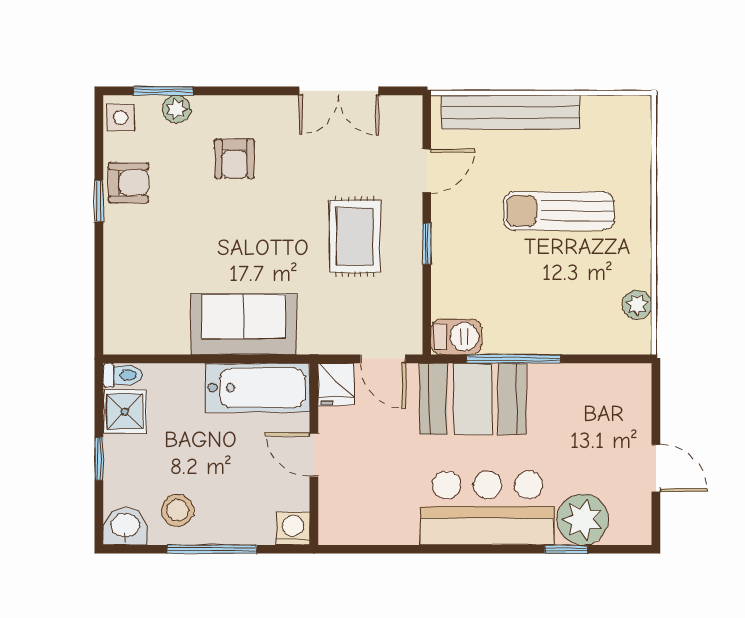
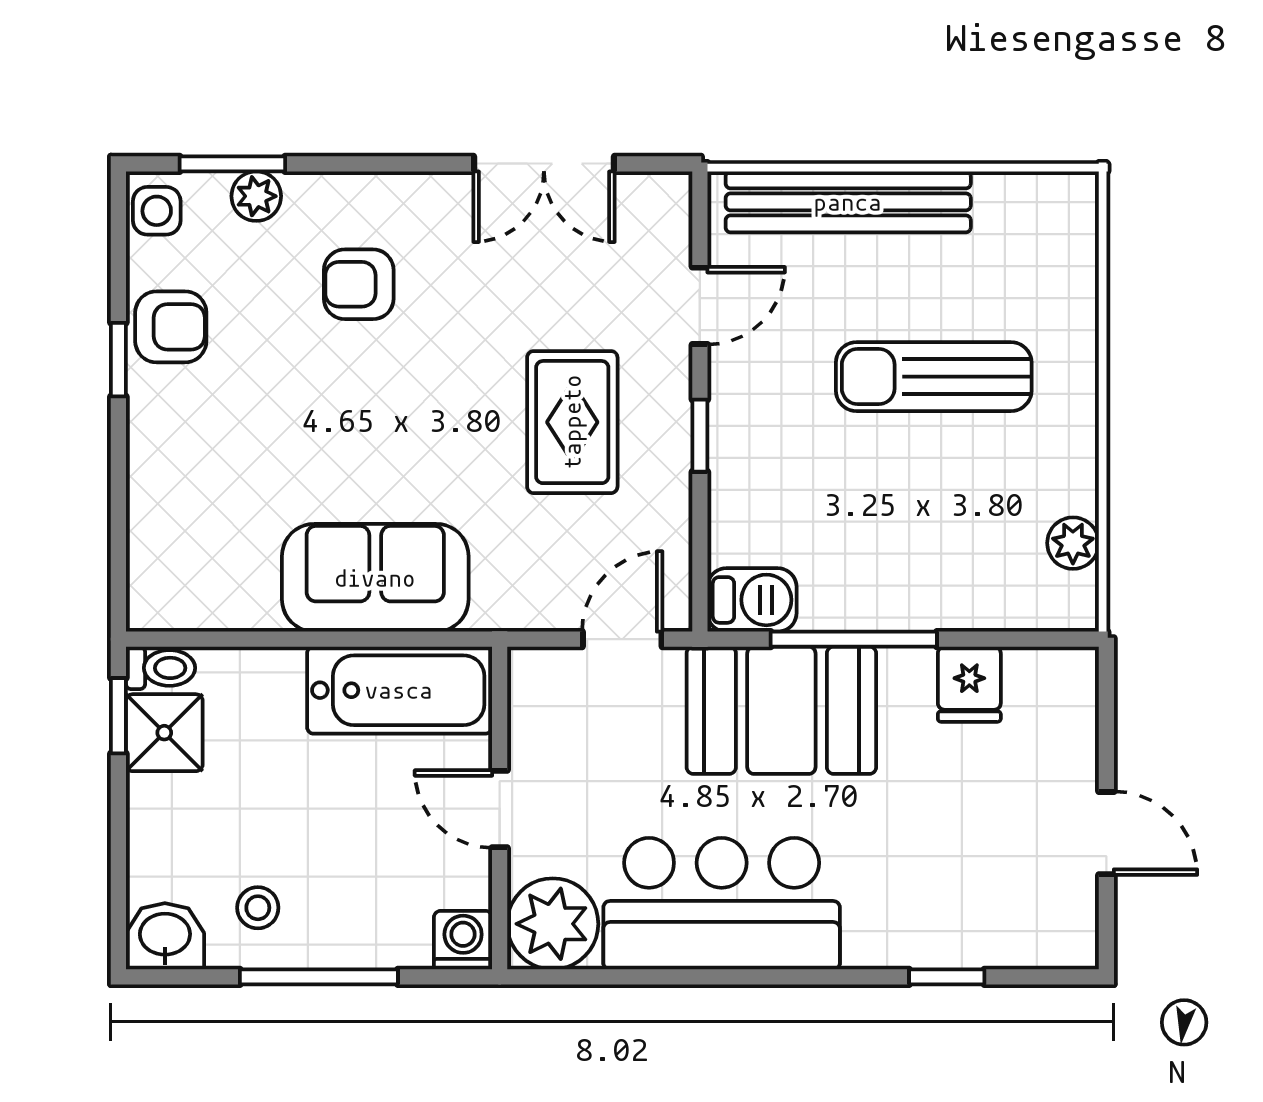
armchair: (234, 159) -> (359, 284), turned 90
door: (383, 359) -> (622, 639), swing flipped
fridge: (336, 384) -> (969, 684), moved
window: (99, 459) -> (118, 716), moved
bar counter: (488, 508) -> (722, 904), moved
stool: (178, 510) -> (258, 908), width x0.73, depth x0.73
plant: (583, 519) -> (553, 924), moved

